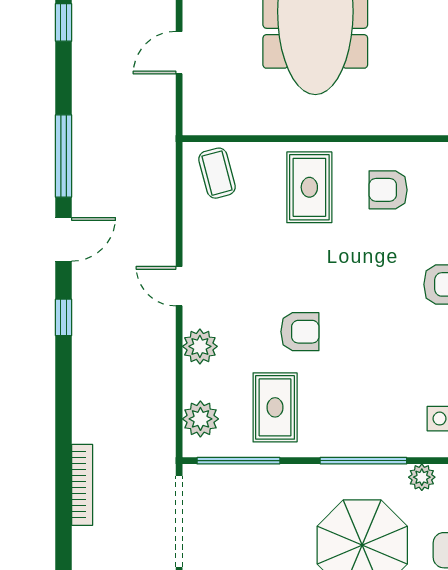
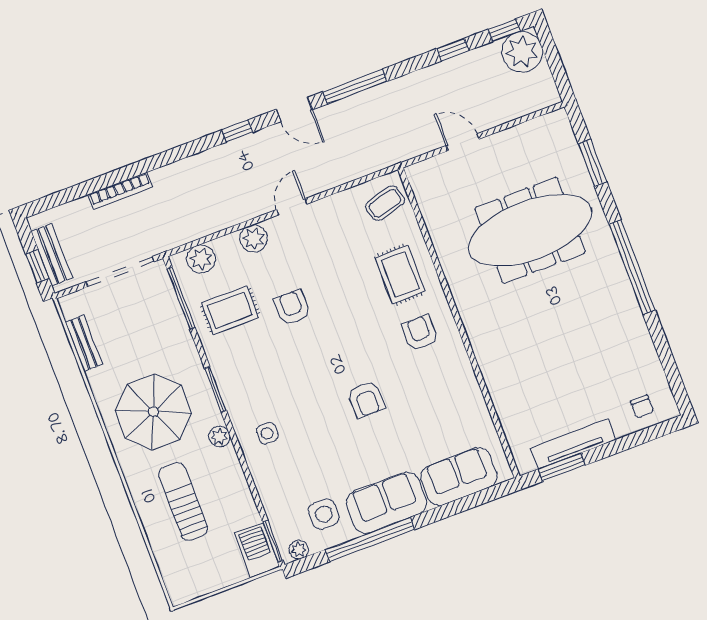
rug: (309, 187) -> (400, 275), turned 90
armchair: (300, 332) -> (292, 307), turned 180
window: (363, 461) -> (215, 389), width x0.69

